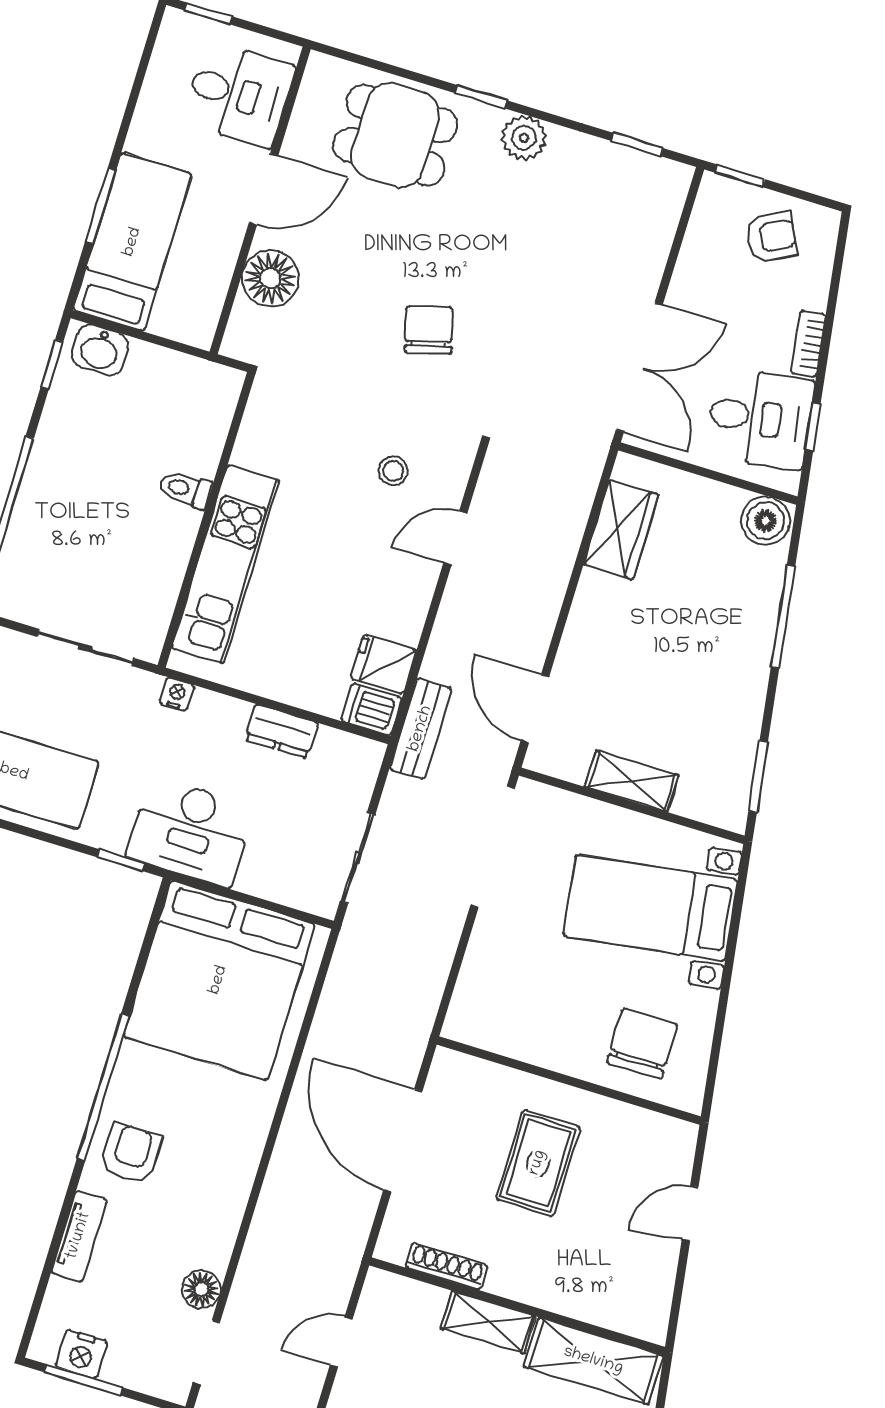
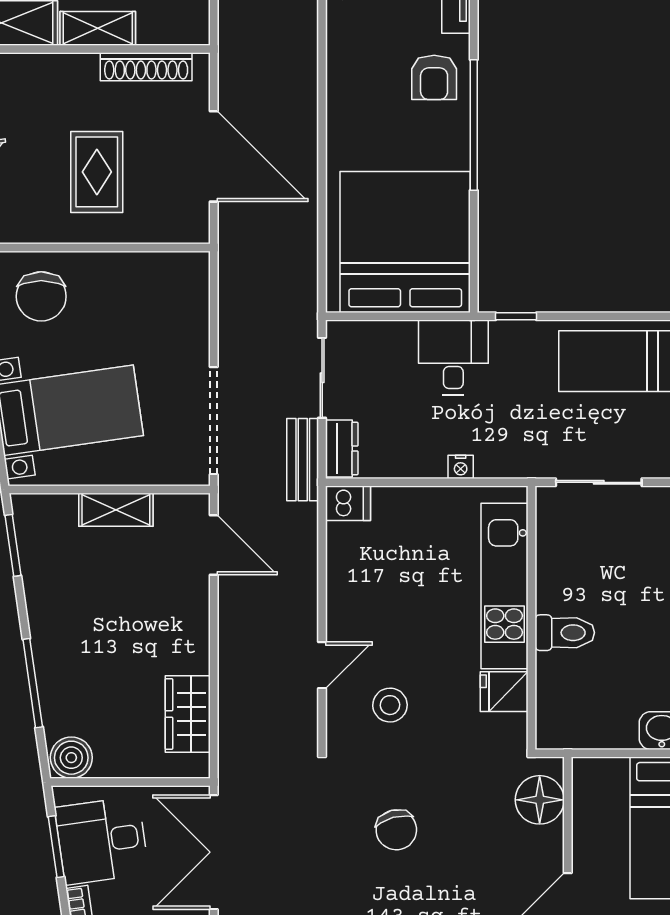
floor lamp: (270, 278) -> (540, 800), moved
window: (813, 427) -> (56, 847), width x1.50
stool: (393, 471) -> (390, 705), width x1.37, depth x1.37
toilet: (185, 489) -> (565, 633), width x1.37, depth x1.39
fridge: (383, 664) -> (504, 692), moved, turned 180
nightstand: (177, 694) -> (461, 467), moved
bench: (421, 729) -> (303, 460), moved
dresser: (281, 731) -> (342, 449), moved, turned 90
desk: (190, 831) -> (453, 357), width x0.73
shoe rack: (447, 1266) -> (146, 67), width x1.36, depth x1.24

